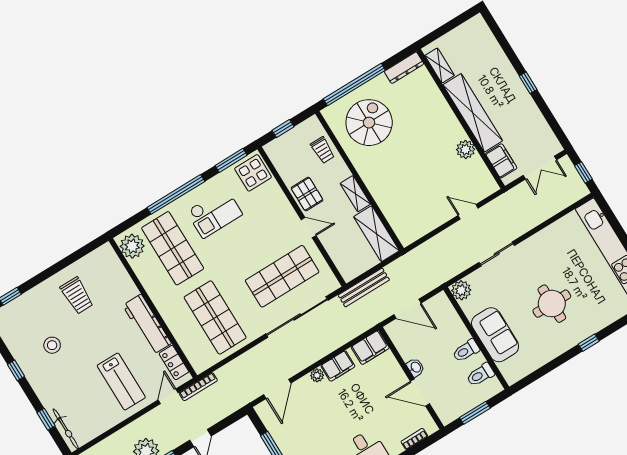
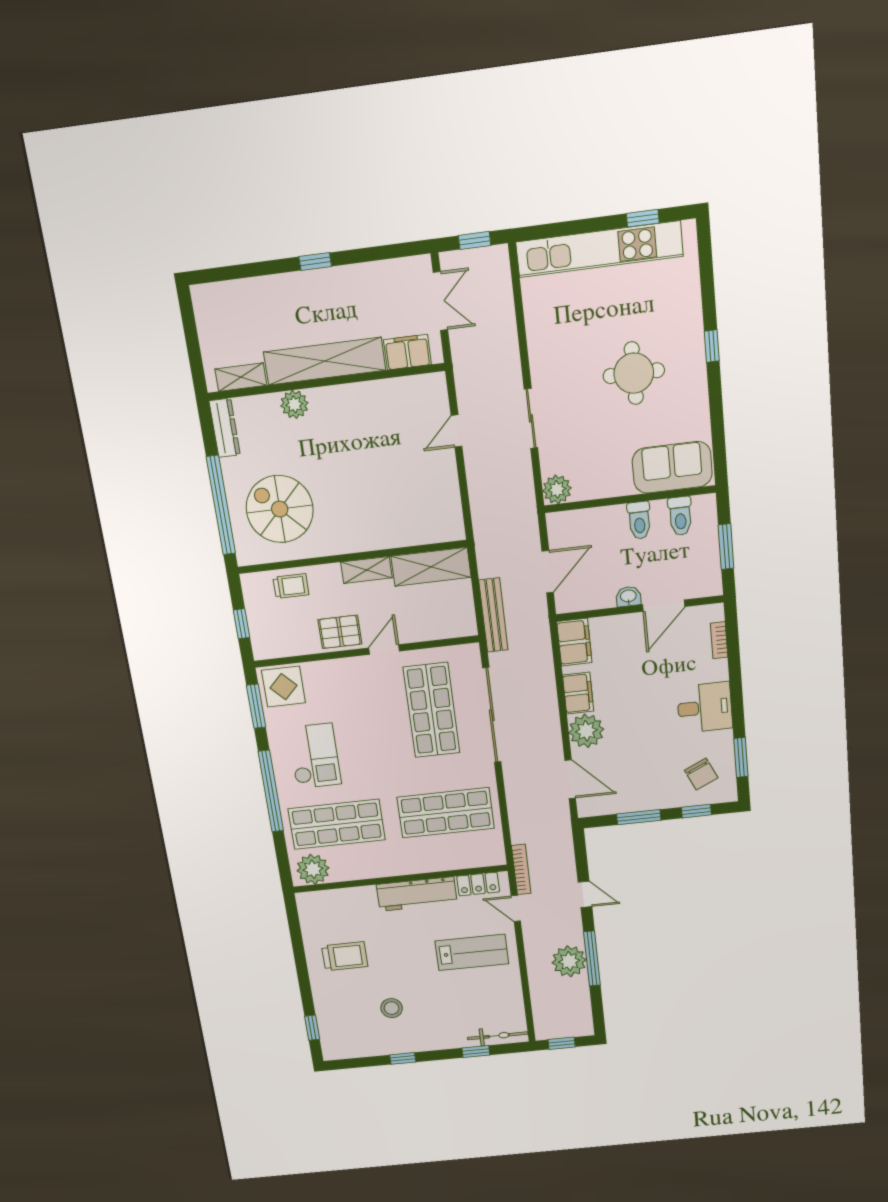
plant: (466, 149) -> (294, 404), moved
sofa: (495, 335) -> (672, 467), moved
plant: (317, 375) -> (586, 731), width x1.87, depth x1.87

